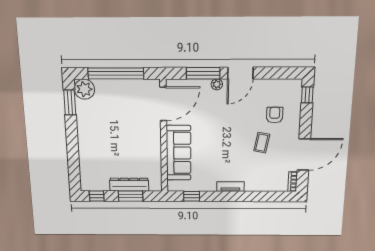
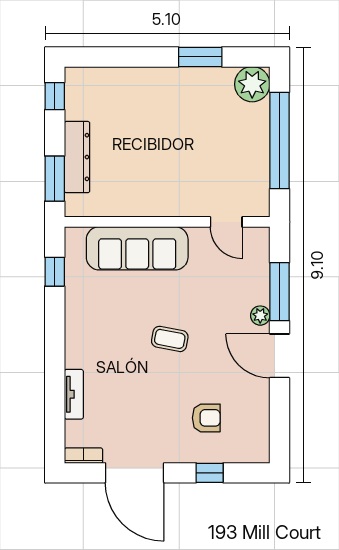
window: (307, 95) -> (210, 473), moved
window: (70, 102) -> (200, 57), moved
door: (163, 104) -> (226, 222), width x0.53
coffee table: (262, 143) -> (170, 339), moved
tv unit: (230, 187) -> (74, 394), moved
window: (130, 196) -> (55, 179), moved

